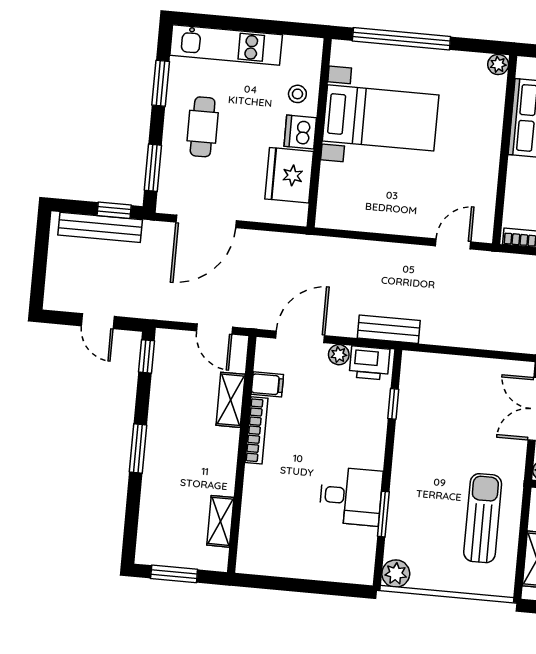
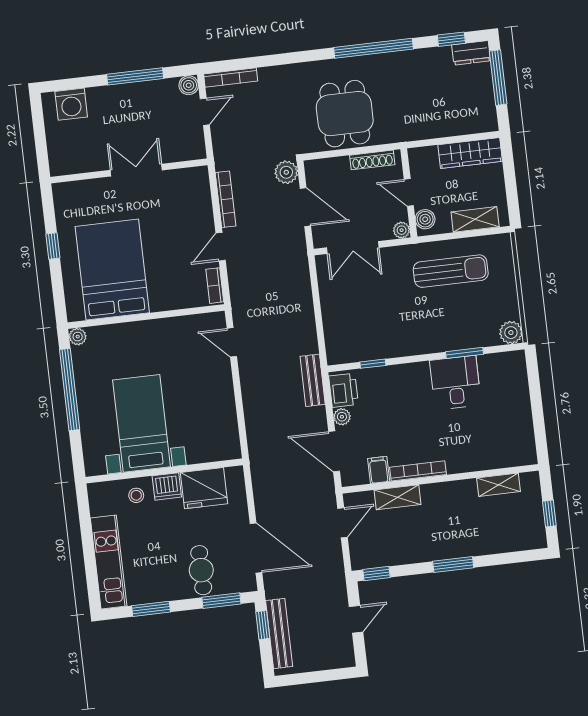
window: (401, 39) -> (70, 389), moved
cafe table: (203, 127) -> (201, 570), moved, turned 90
sun lounger: (483, 518) -> (451, 271), turned 180
window: (174, 574) -> (549, 513), width x0.67

